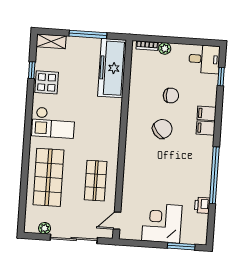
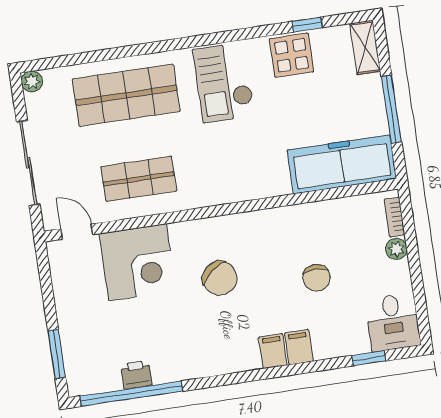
chair: (162, 129) -> (220, 278), moved
window: (214, 175) -> (131, 394), moved
corner desk: (162, 223) -> (138, 262), moved, turned 90
plant: (45, 228) -> (32, 81), moved

